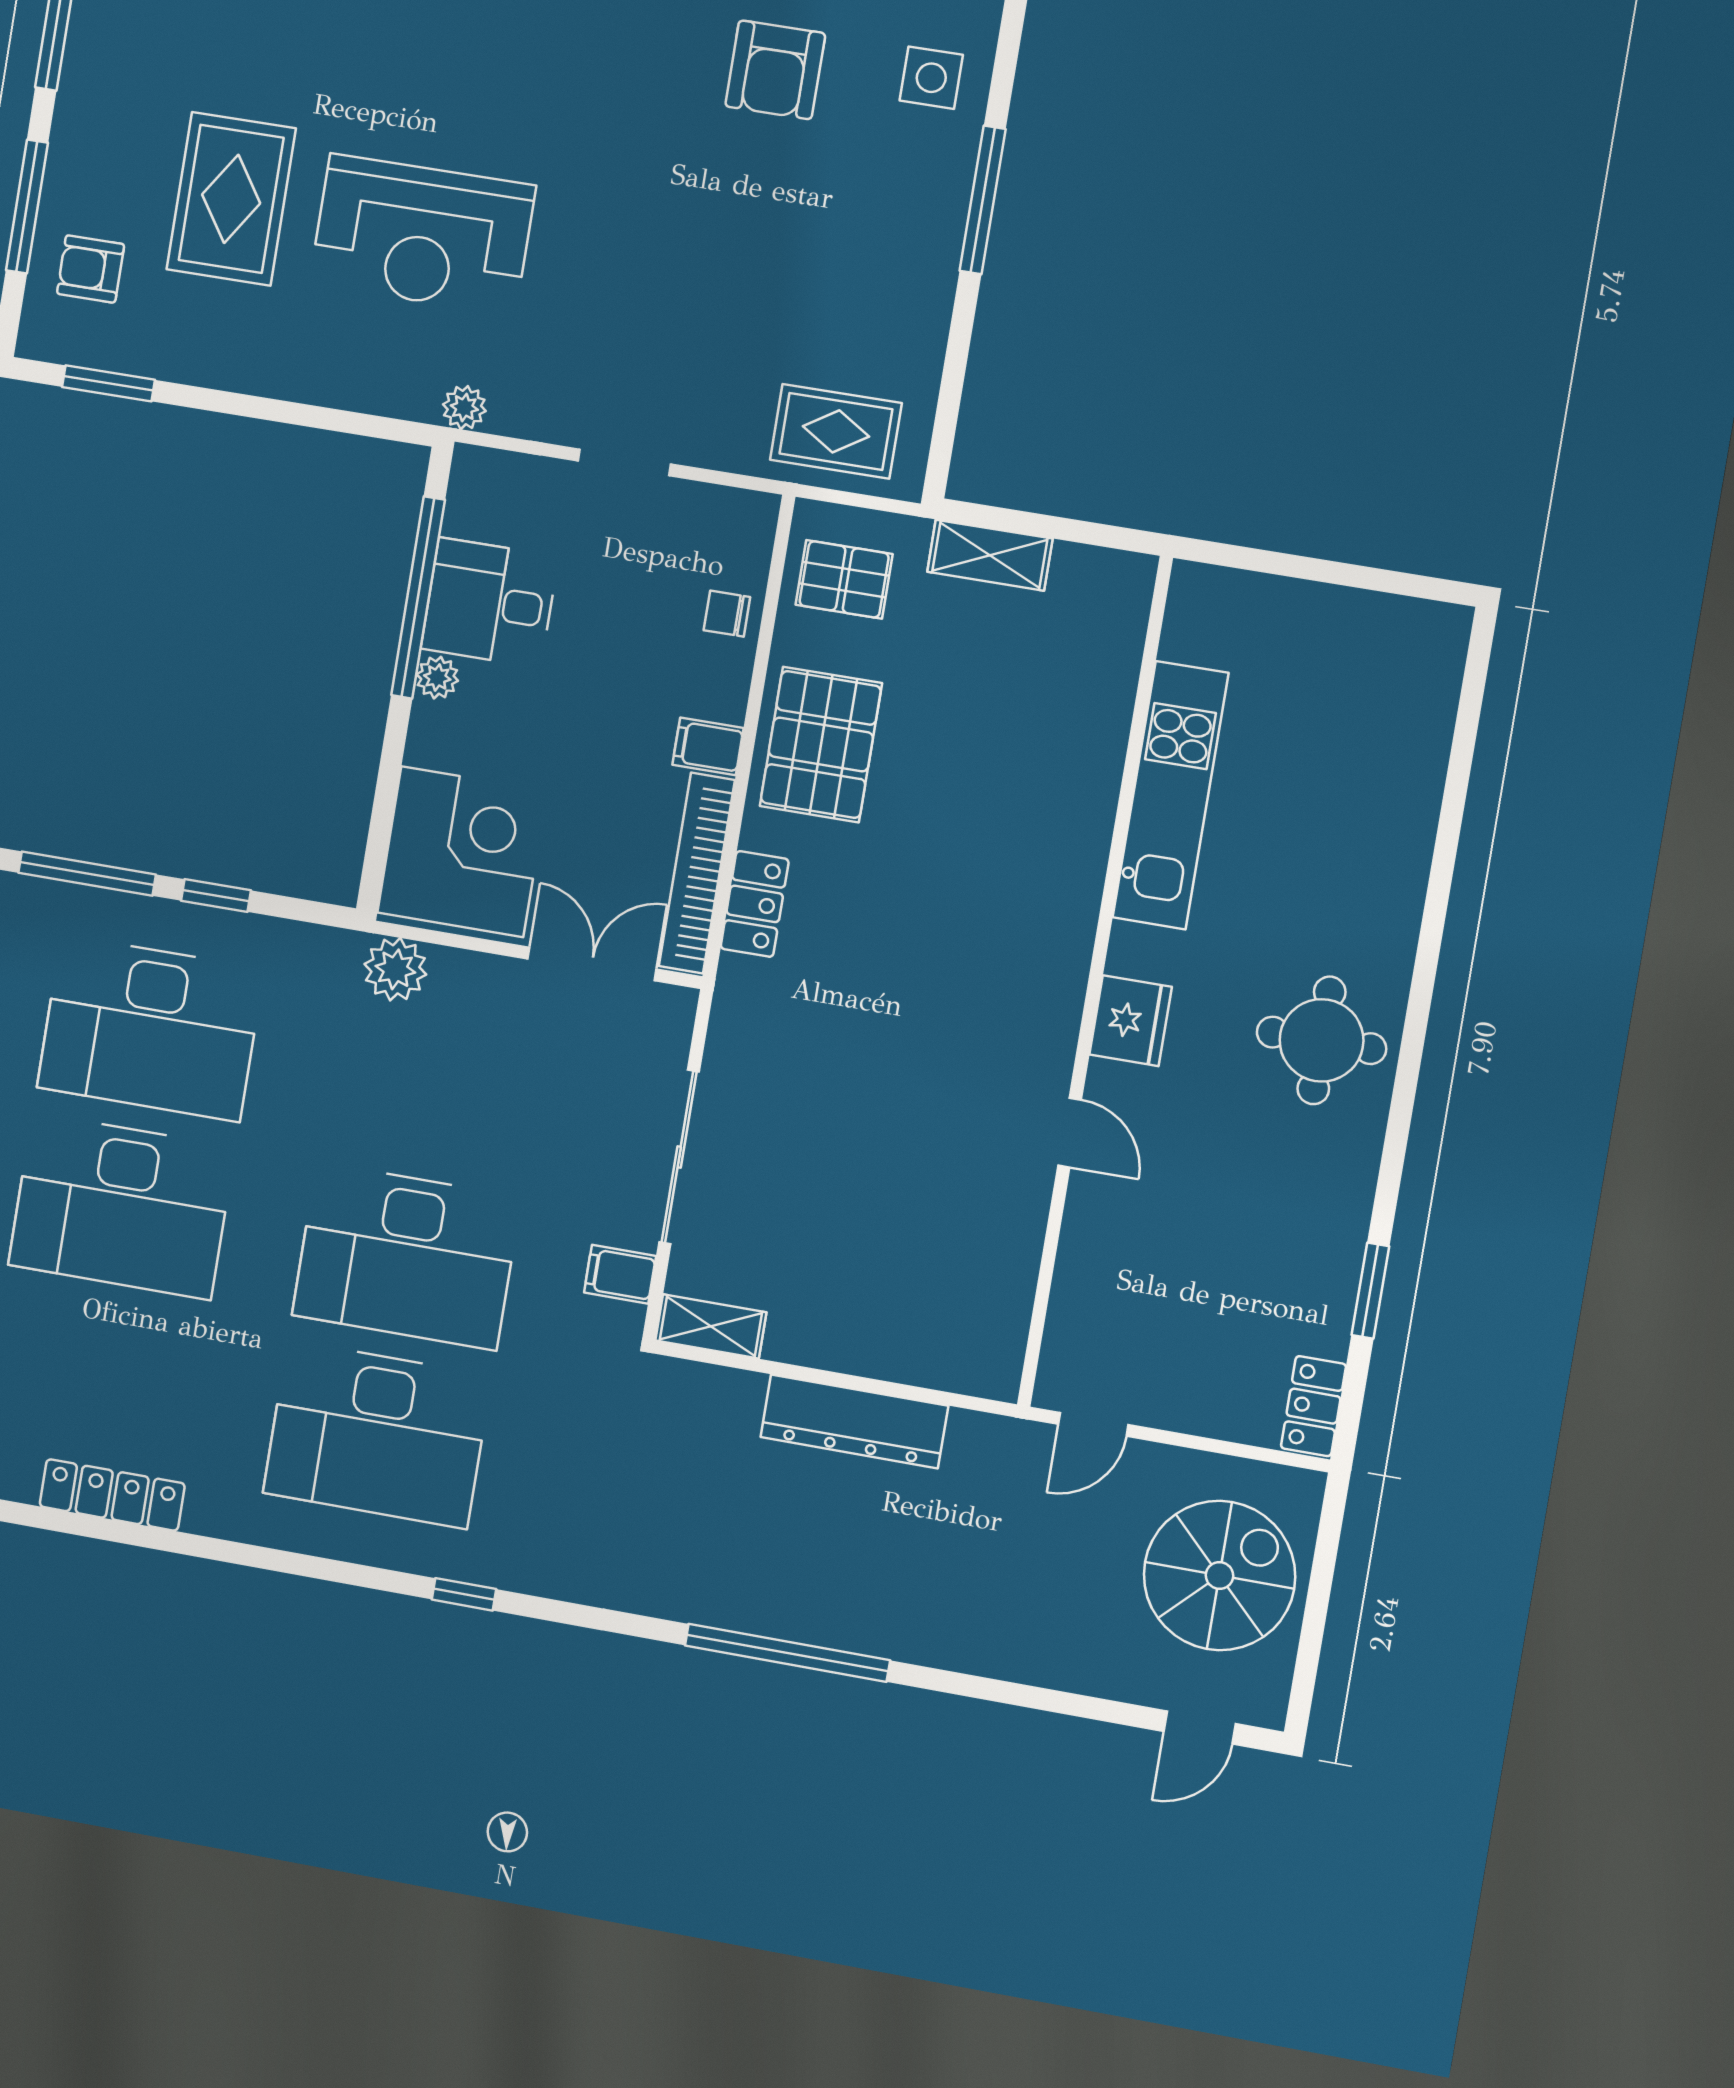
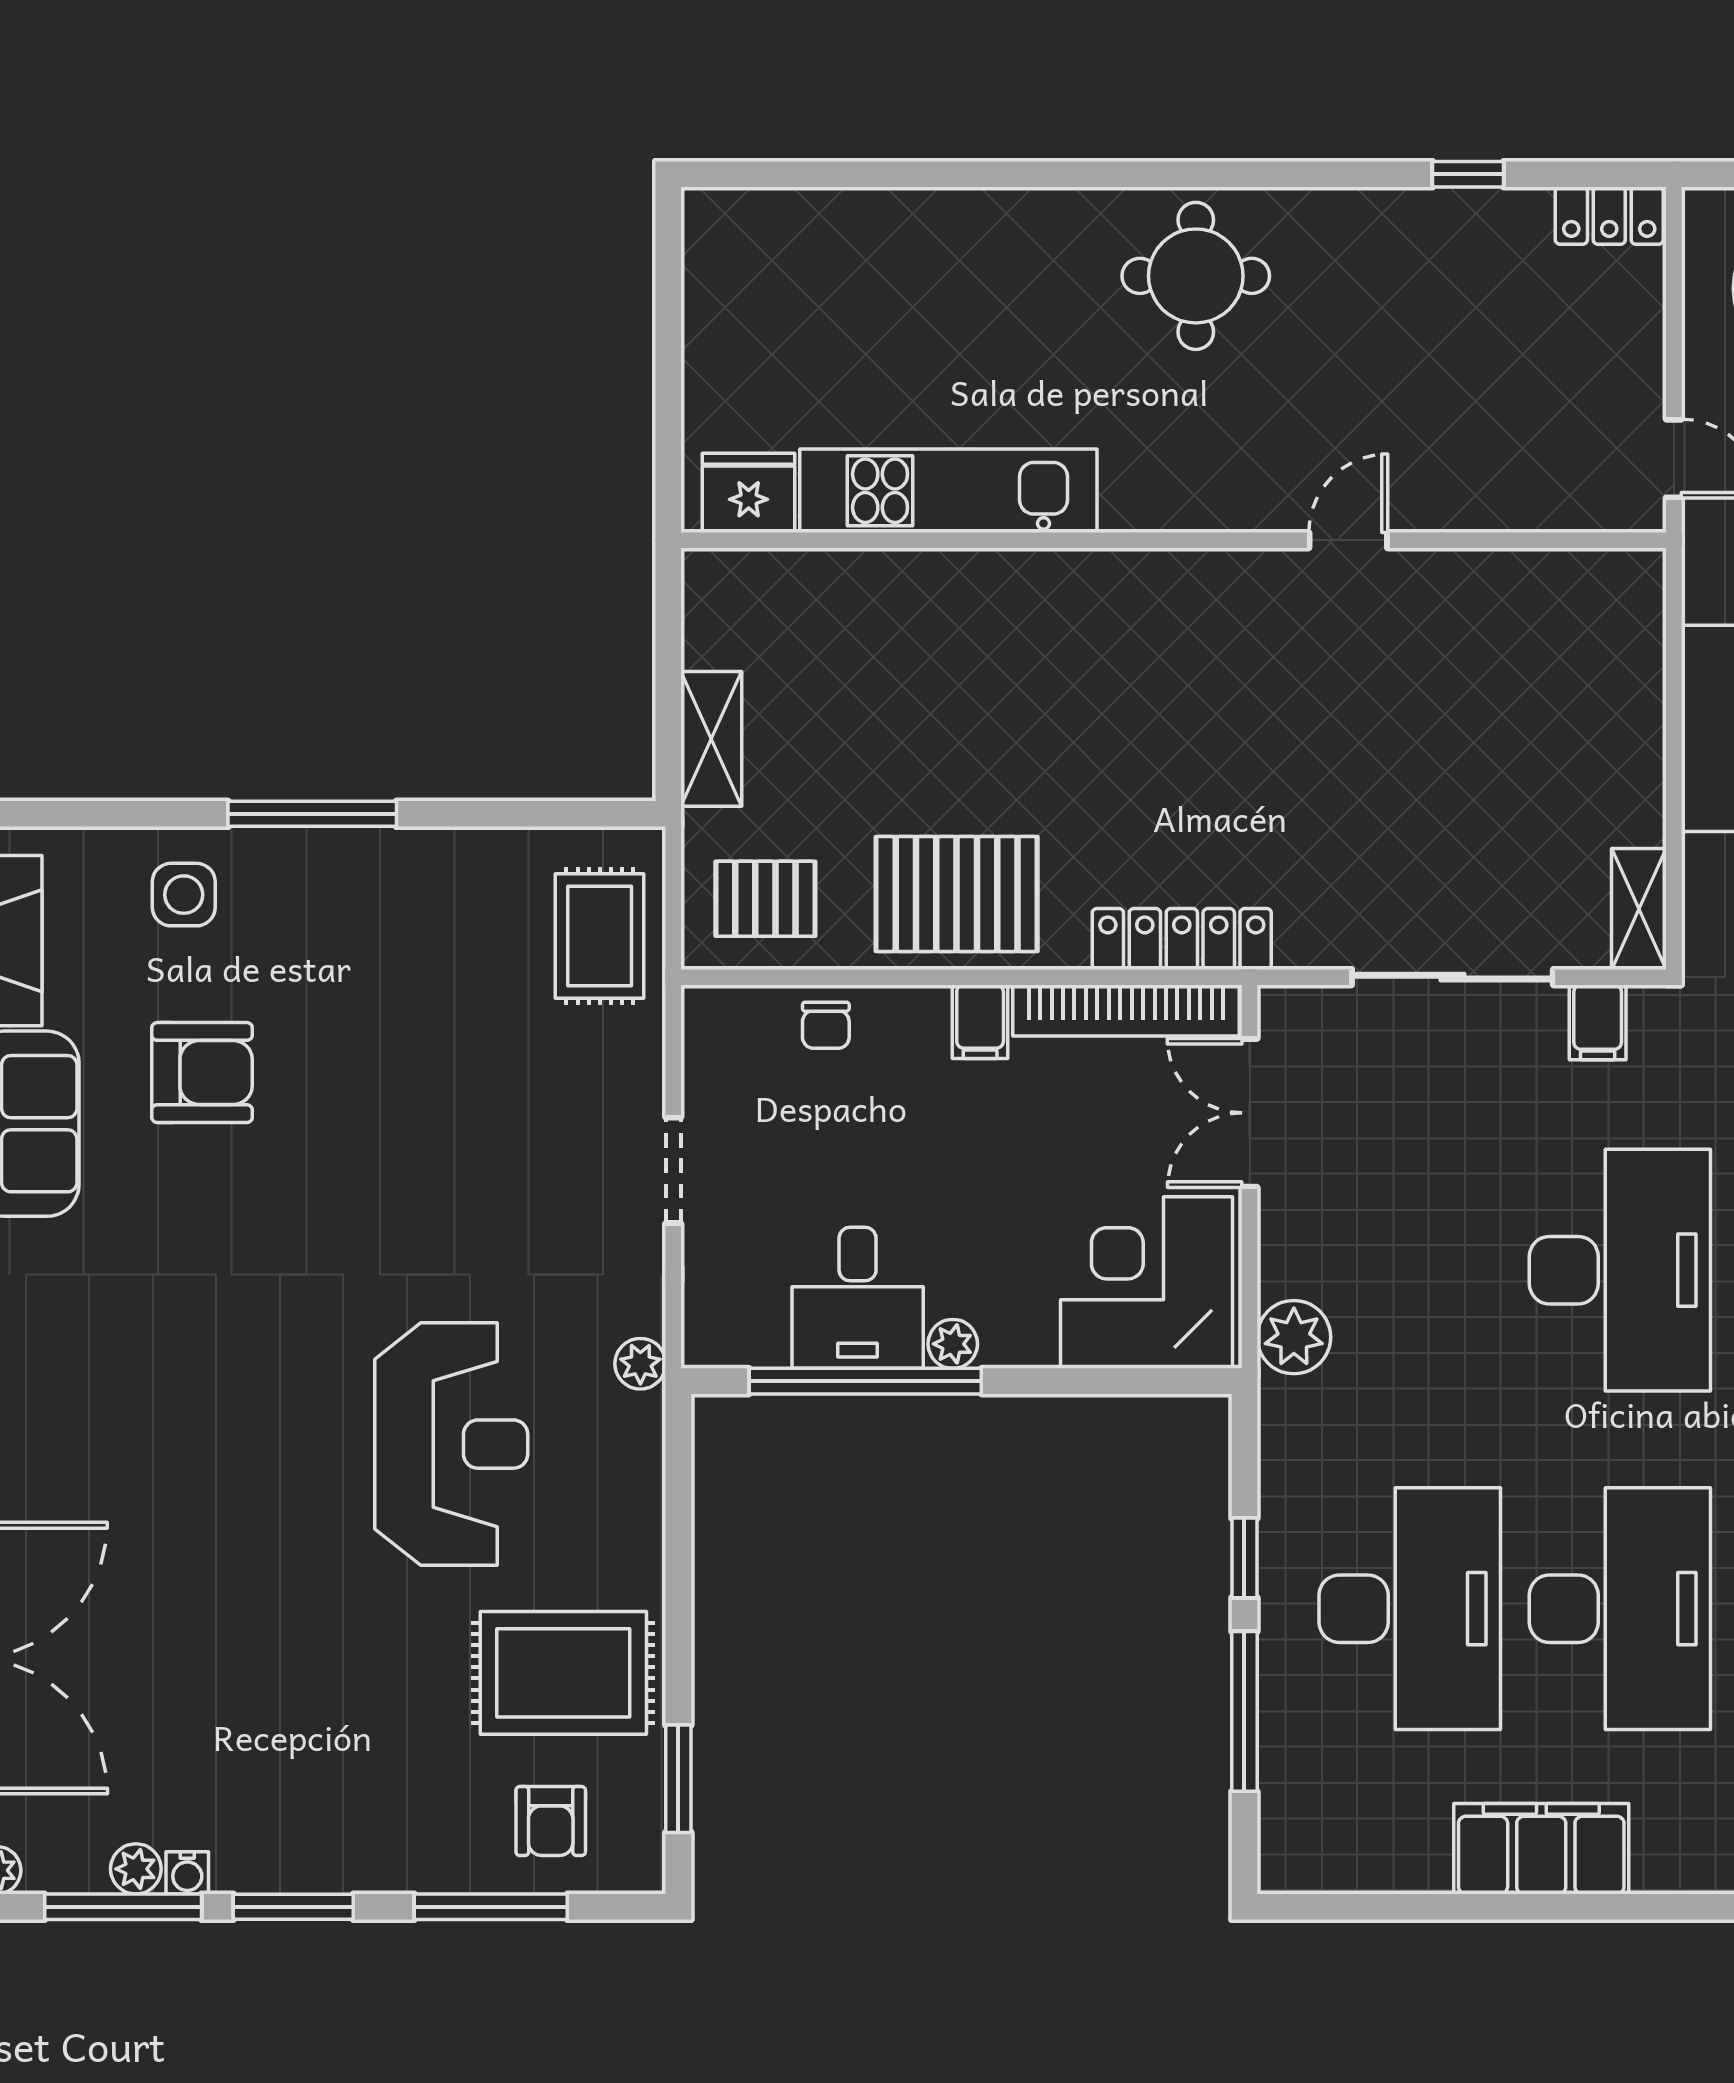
rug: (231, 199) -> (563, 1673), moved
pallet: (844, 579) -> (765, 899), turned 90
locker: (755, 904) -> (1182, 939), width x1.53
fridge: (1131, 1021) -> (749, 493), moved
window: (1370, 1291) -> (1468, 174), width x0.67

